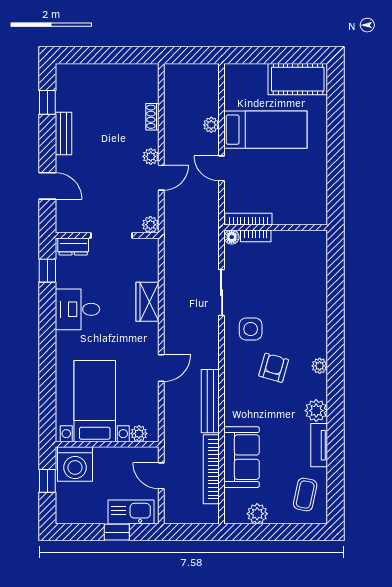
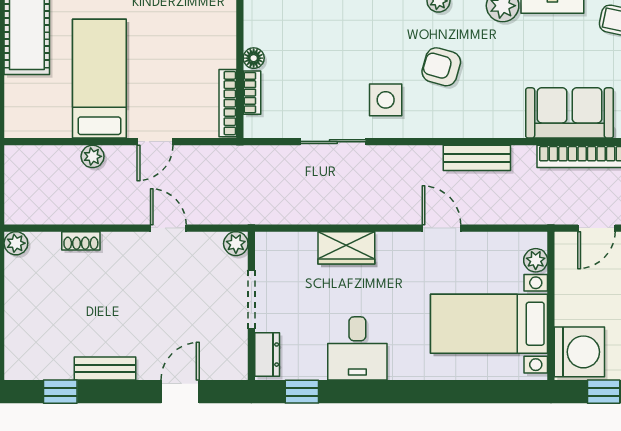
plant: (151, 156) -> (16, 243), moved
floor lamp: (232, 237) -> (254, 58), moved
bench: (210, 401) -> (477, 158), width x0.73

